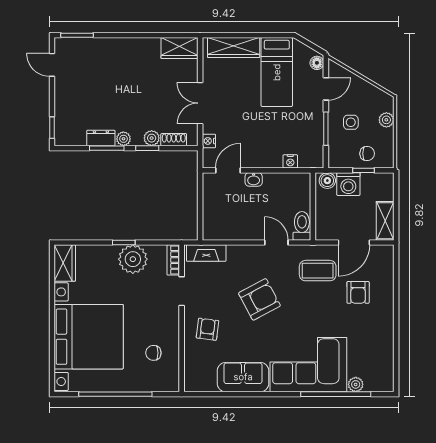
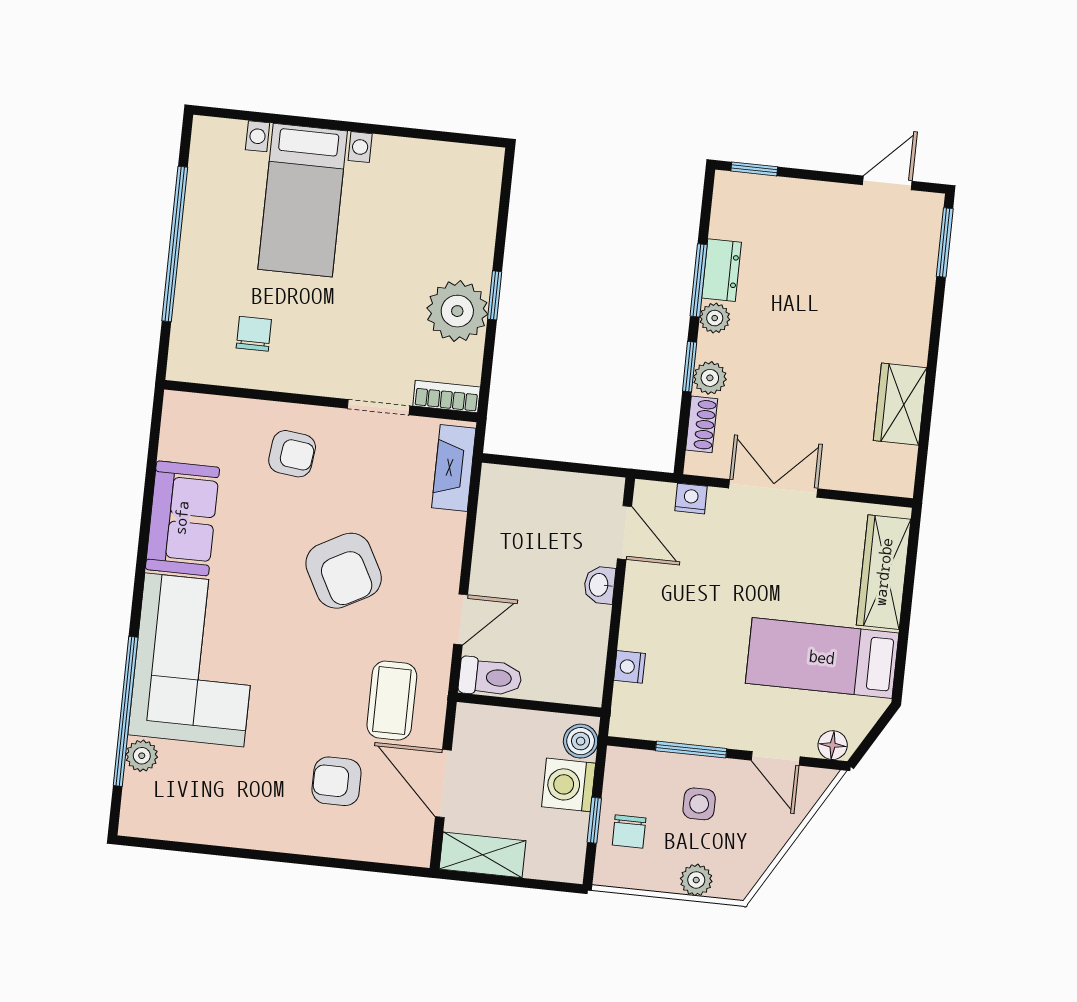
wardrobe: (179, 48) -> (900, 404), moved
wardrobe: (65, 263) -> (464, 166), removed
bed with nightstands: (89, 337) -> (303, 200), width x0.54

